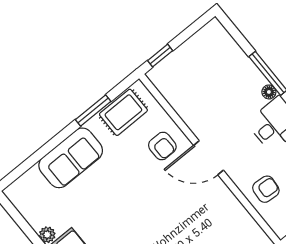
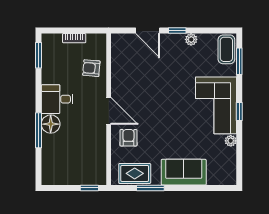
floor lamp: (269, 92) -> (51, 124), width x1.89, depth x1.89

